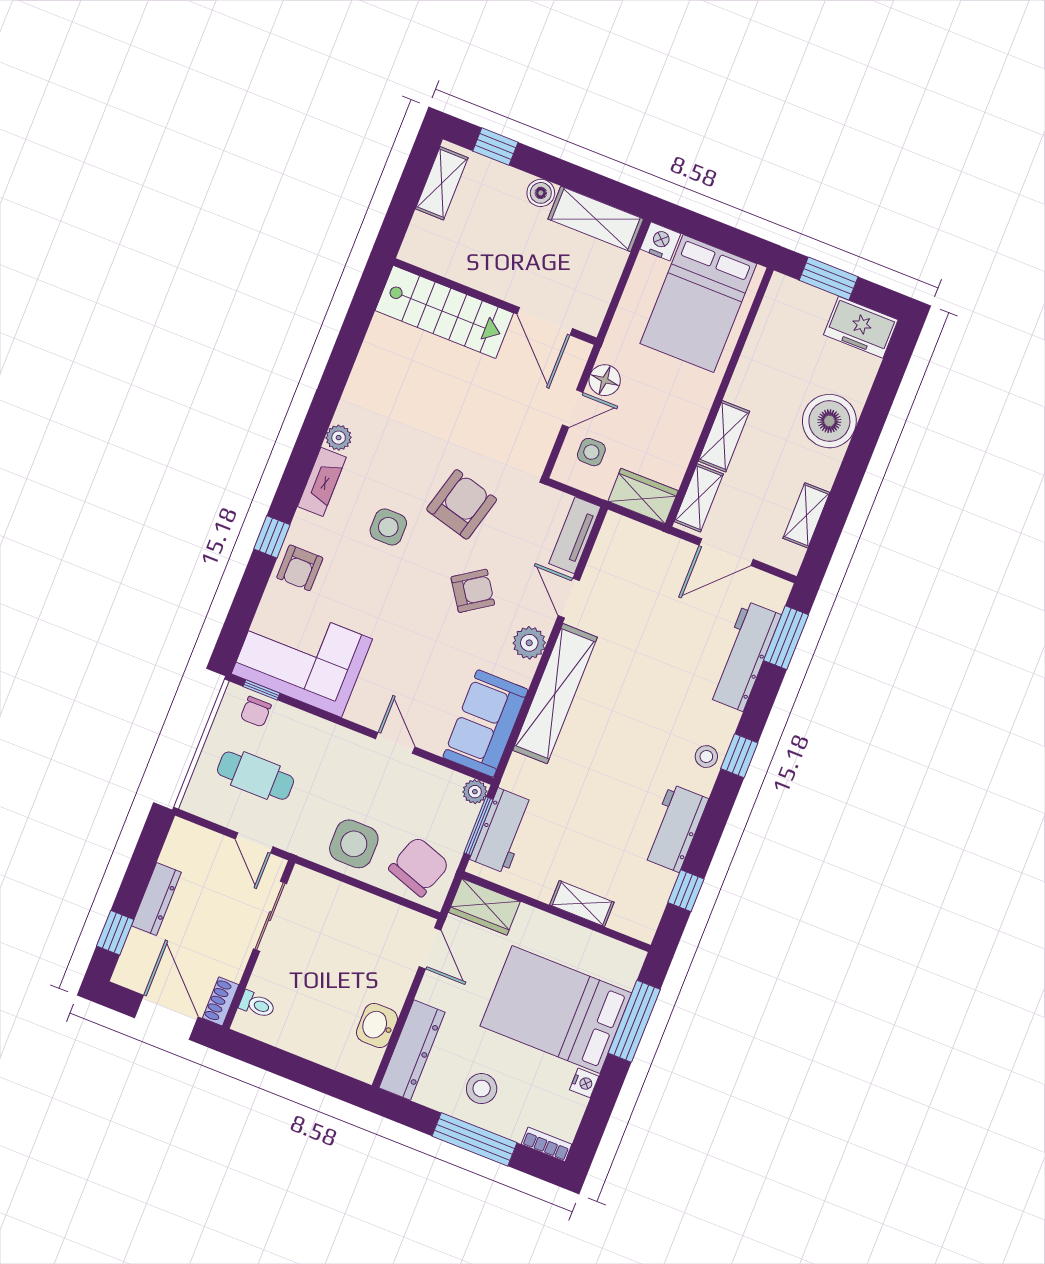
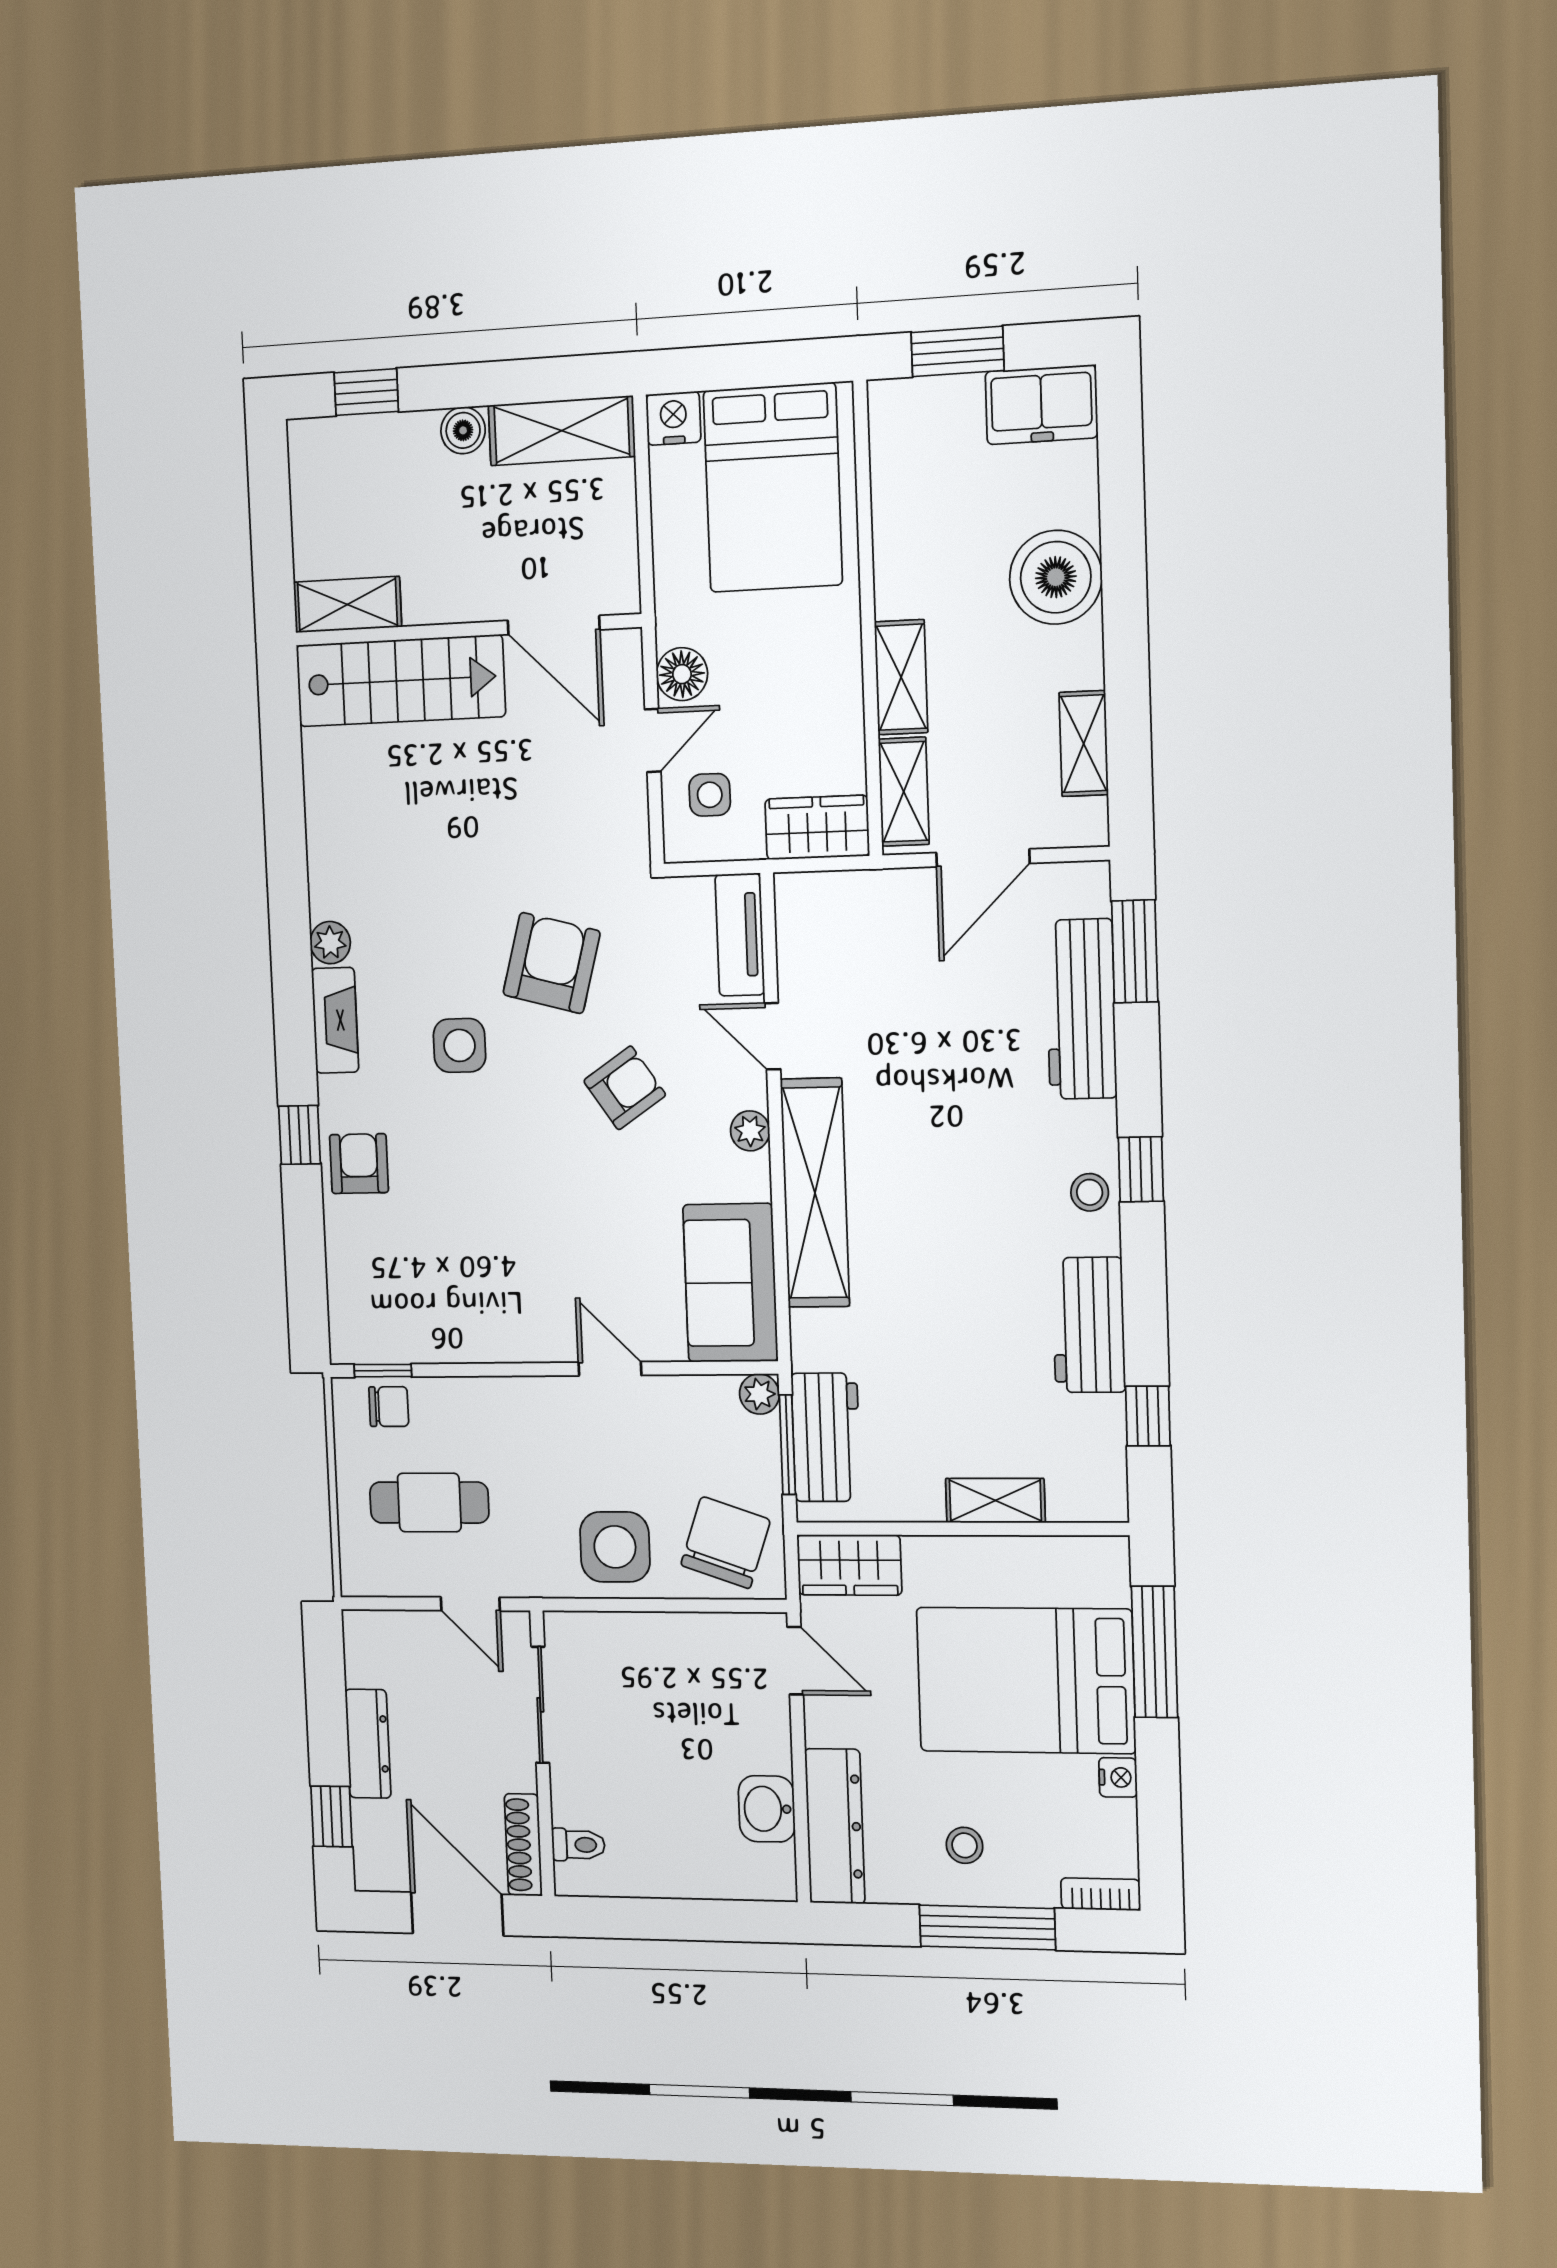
shelving: (442, 183) -> (347, 605), moved, turned 90
armchair: (300, 568) -> (359, 1164), turned 180
plant: (529, 643) -> (750, 1131), width x0.73, depth x0.73
corner sofa: (302, 656) -> (419, 1295), removed
chair: (256, 712) -> (389, 1407), turned -90
shoe rack: (221, 1001) -> (523, 1845), width x1.43
stool: (482, 1089) -> (965, 1845), width x0.73, depth x0.73

